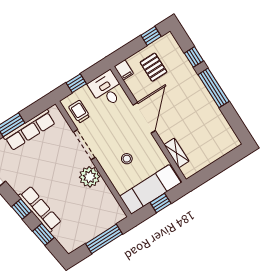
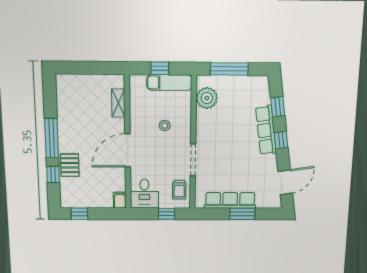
pallet: (154, 67) -> (70, 165), moved
plant: (90, 177) -> (207, 98), moved
exam couch: (150, 189) -> (169, 83), width x0.73, depth x0.69

